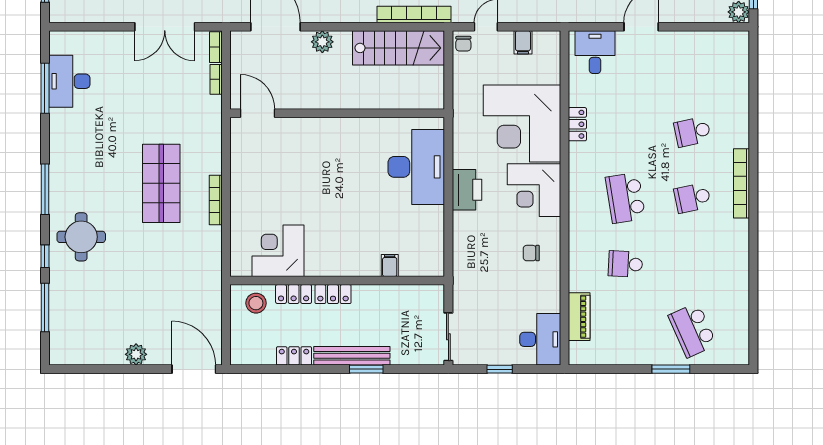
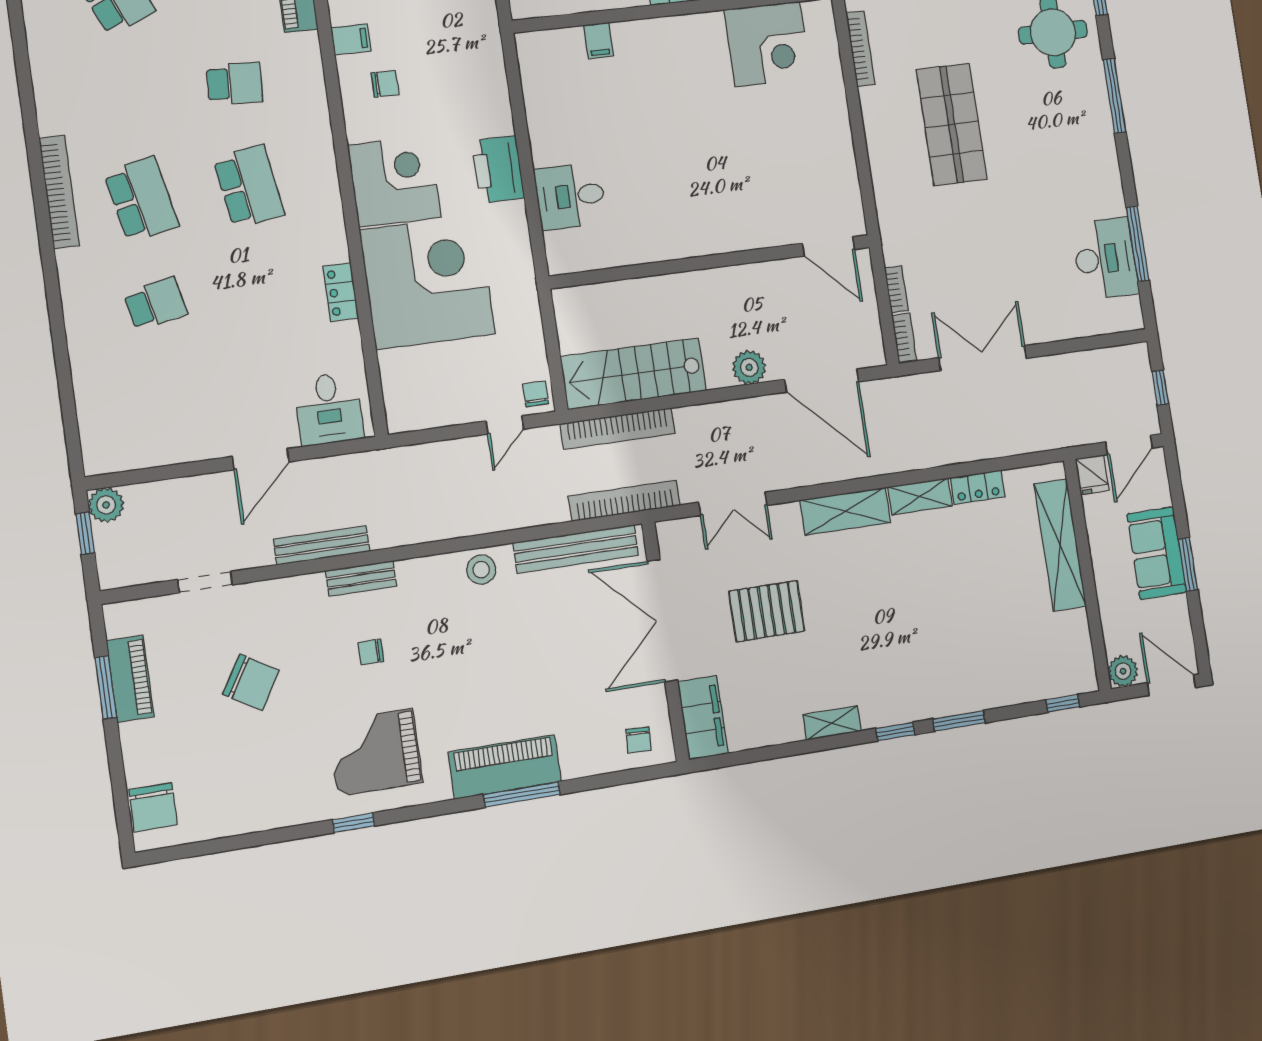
filing cabinet: (523, 42) -> (351, 39), moved, turned 90
desk: (416, 167) -> (570, 196), width x0.53, depth x0.77
bookcase: (742, 183) -> (59, 192), moved
school desk: (692, 198) -> (141, 199), width x1.85
bookcase: (216, 200) -> (860, 49), moved

